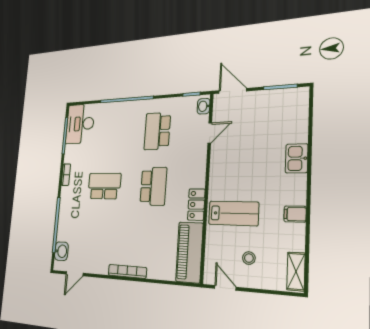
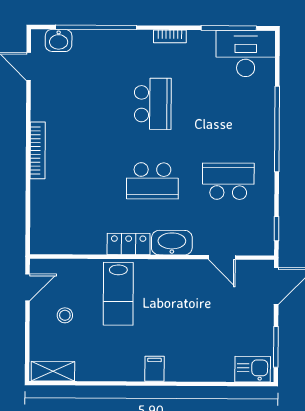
washbasin: (204, 106) -> (172, 243), moved, width x1.91, depth x1.45
kitchen sink: (297, 158) -> (253, 369), moved
filing cabinet: (295, 214) -> (154, 369), moved
piano: (189, 252) -> (68, 238), removed

